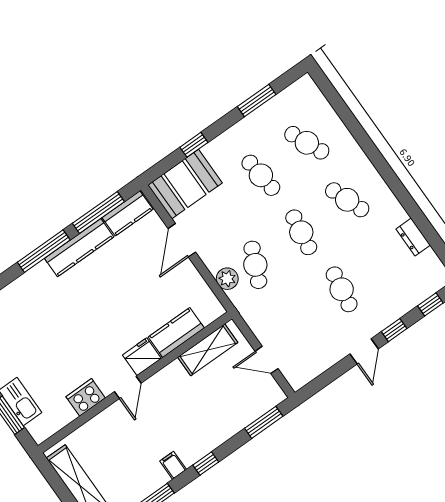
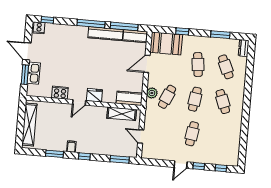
dresser: (413, 237) -> (244, 48), moved
kitchen counter: (176, 333) -> (129, 98), moved

